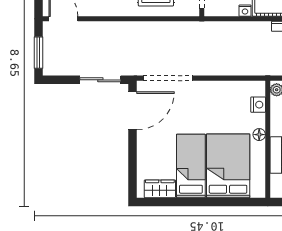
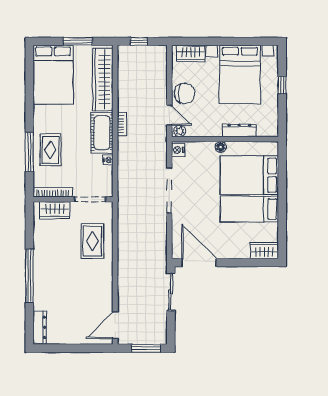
doorway: (168, 78) -> (169, 191), moved
nightstand: (258, 105) -> (178, 150), moved, turned -90
wardrobe: (160, 189) -> (264, 251), moved, turned 90

